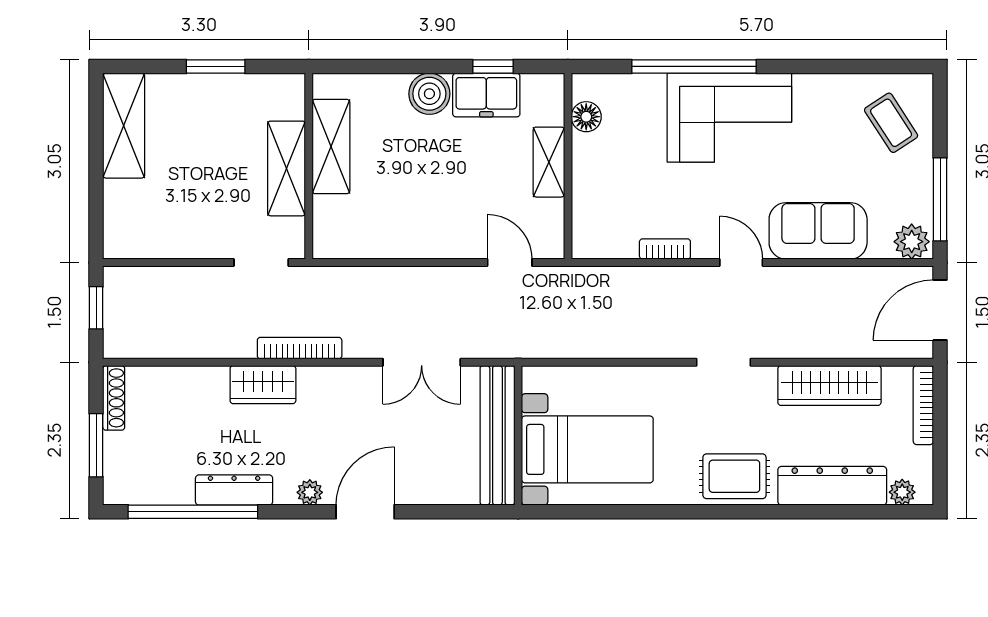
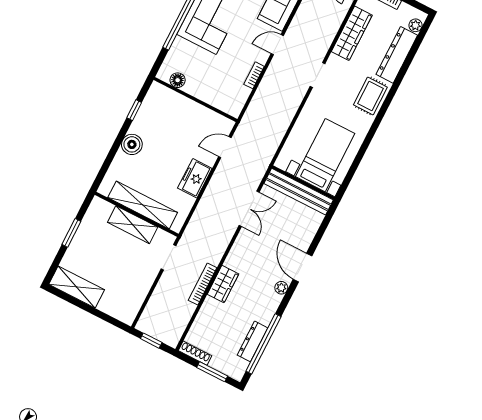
freezer: (486, 95) -> (195, 178), moved, turned 180
shelving: (331, 146) -> (143, 205), width x1.47
shelving: (549, 162) -> (189, 107), removed
bookcase: (300, 348) -> (203, 284), moved
dresser: (234, 490) -> (253, 341), moved

